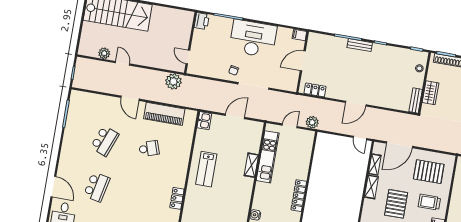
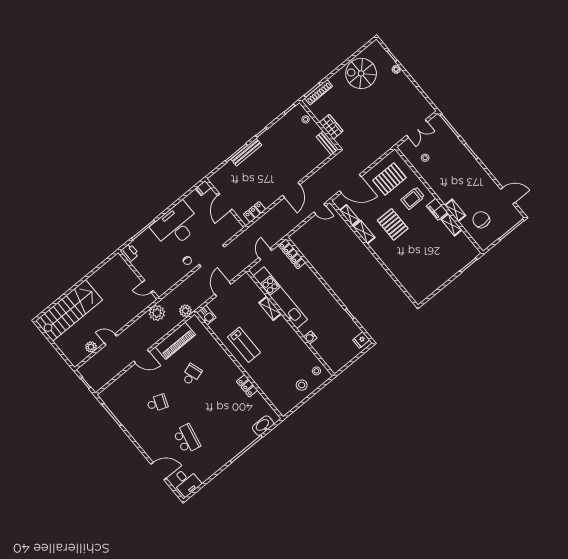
bench: (360, 45) -> (246, 152), width x1.36
plant: (312, 122) -> (185, 311), moved
school desk: (105, 141) -> (157, 403), width x0.54
door: (399, 145) -> (350, 184), hinge flipped
kitchen unit: (268, 157) -> (280, 298), width x1.36
locker: (299, 196) -> (292, 254), moved

